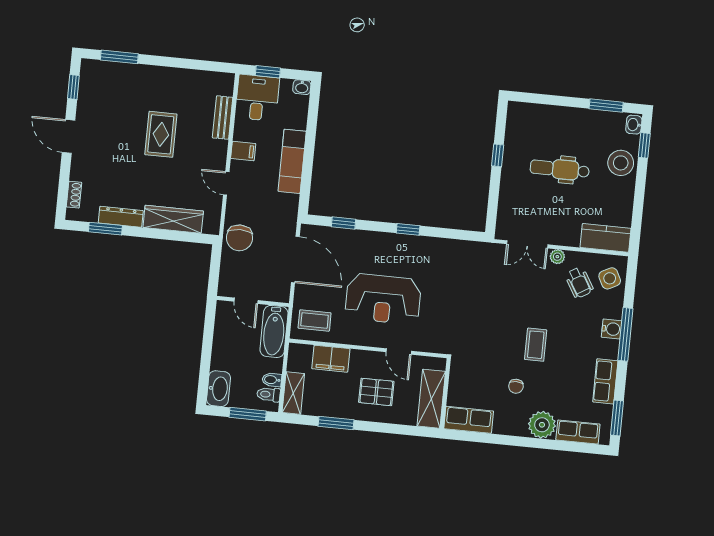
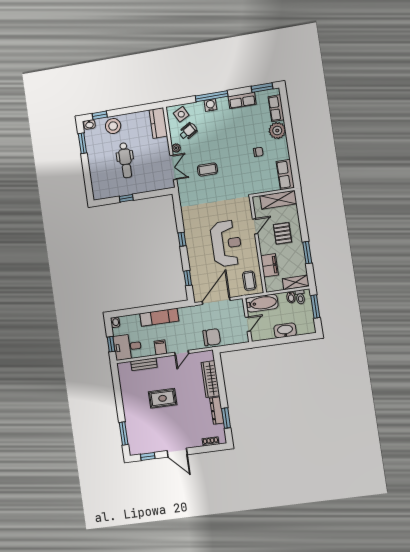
door: (69, 136) -> (177, 453), hinge flipped
coffee table: (536, 345) -> (207, 170), moved
washbasin: (218, 389) -> (285, 330), moved

